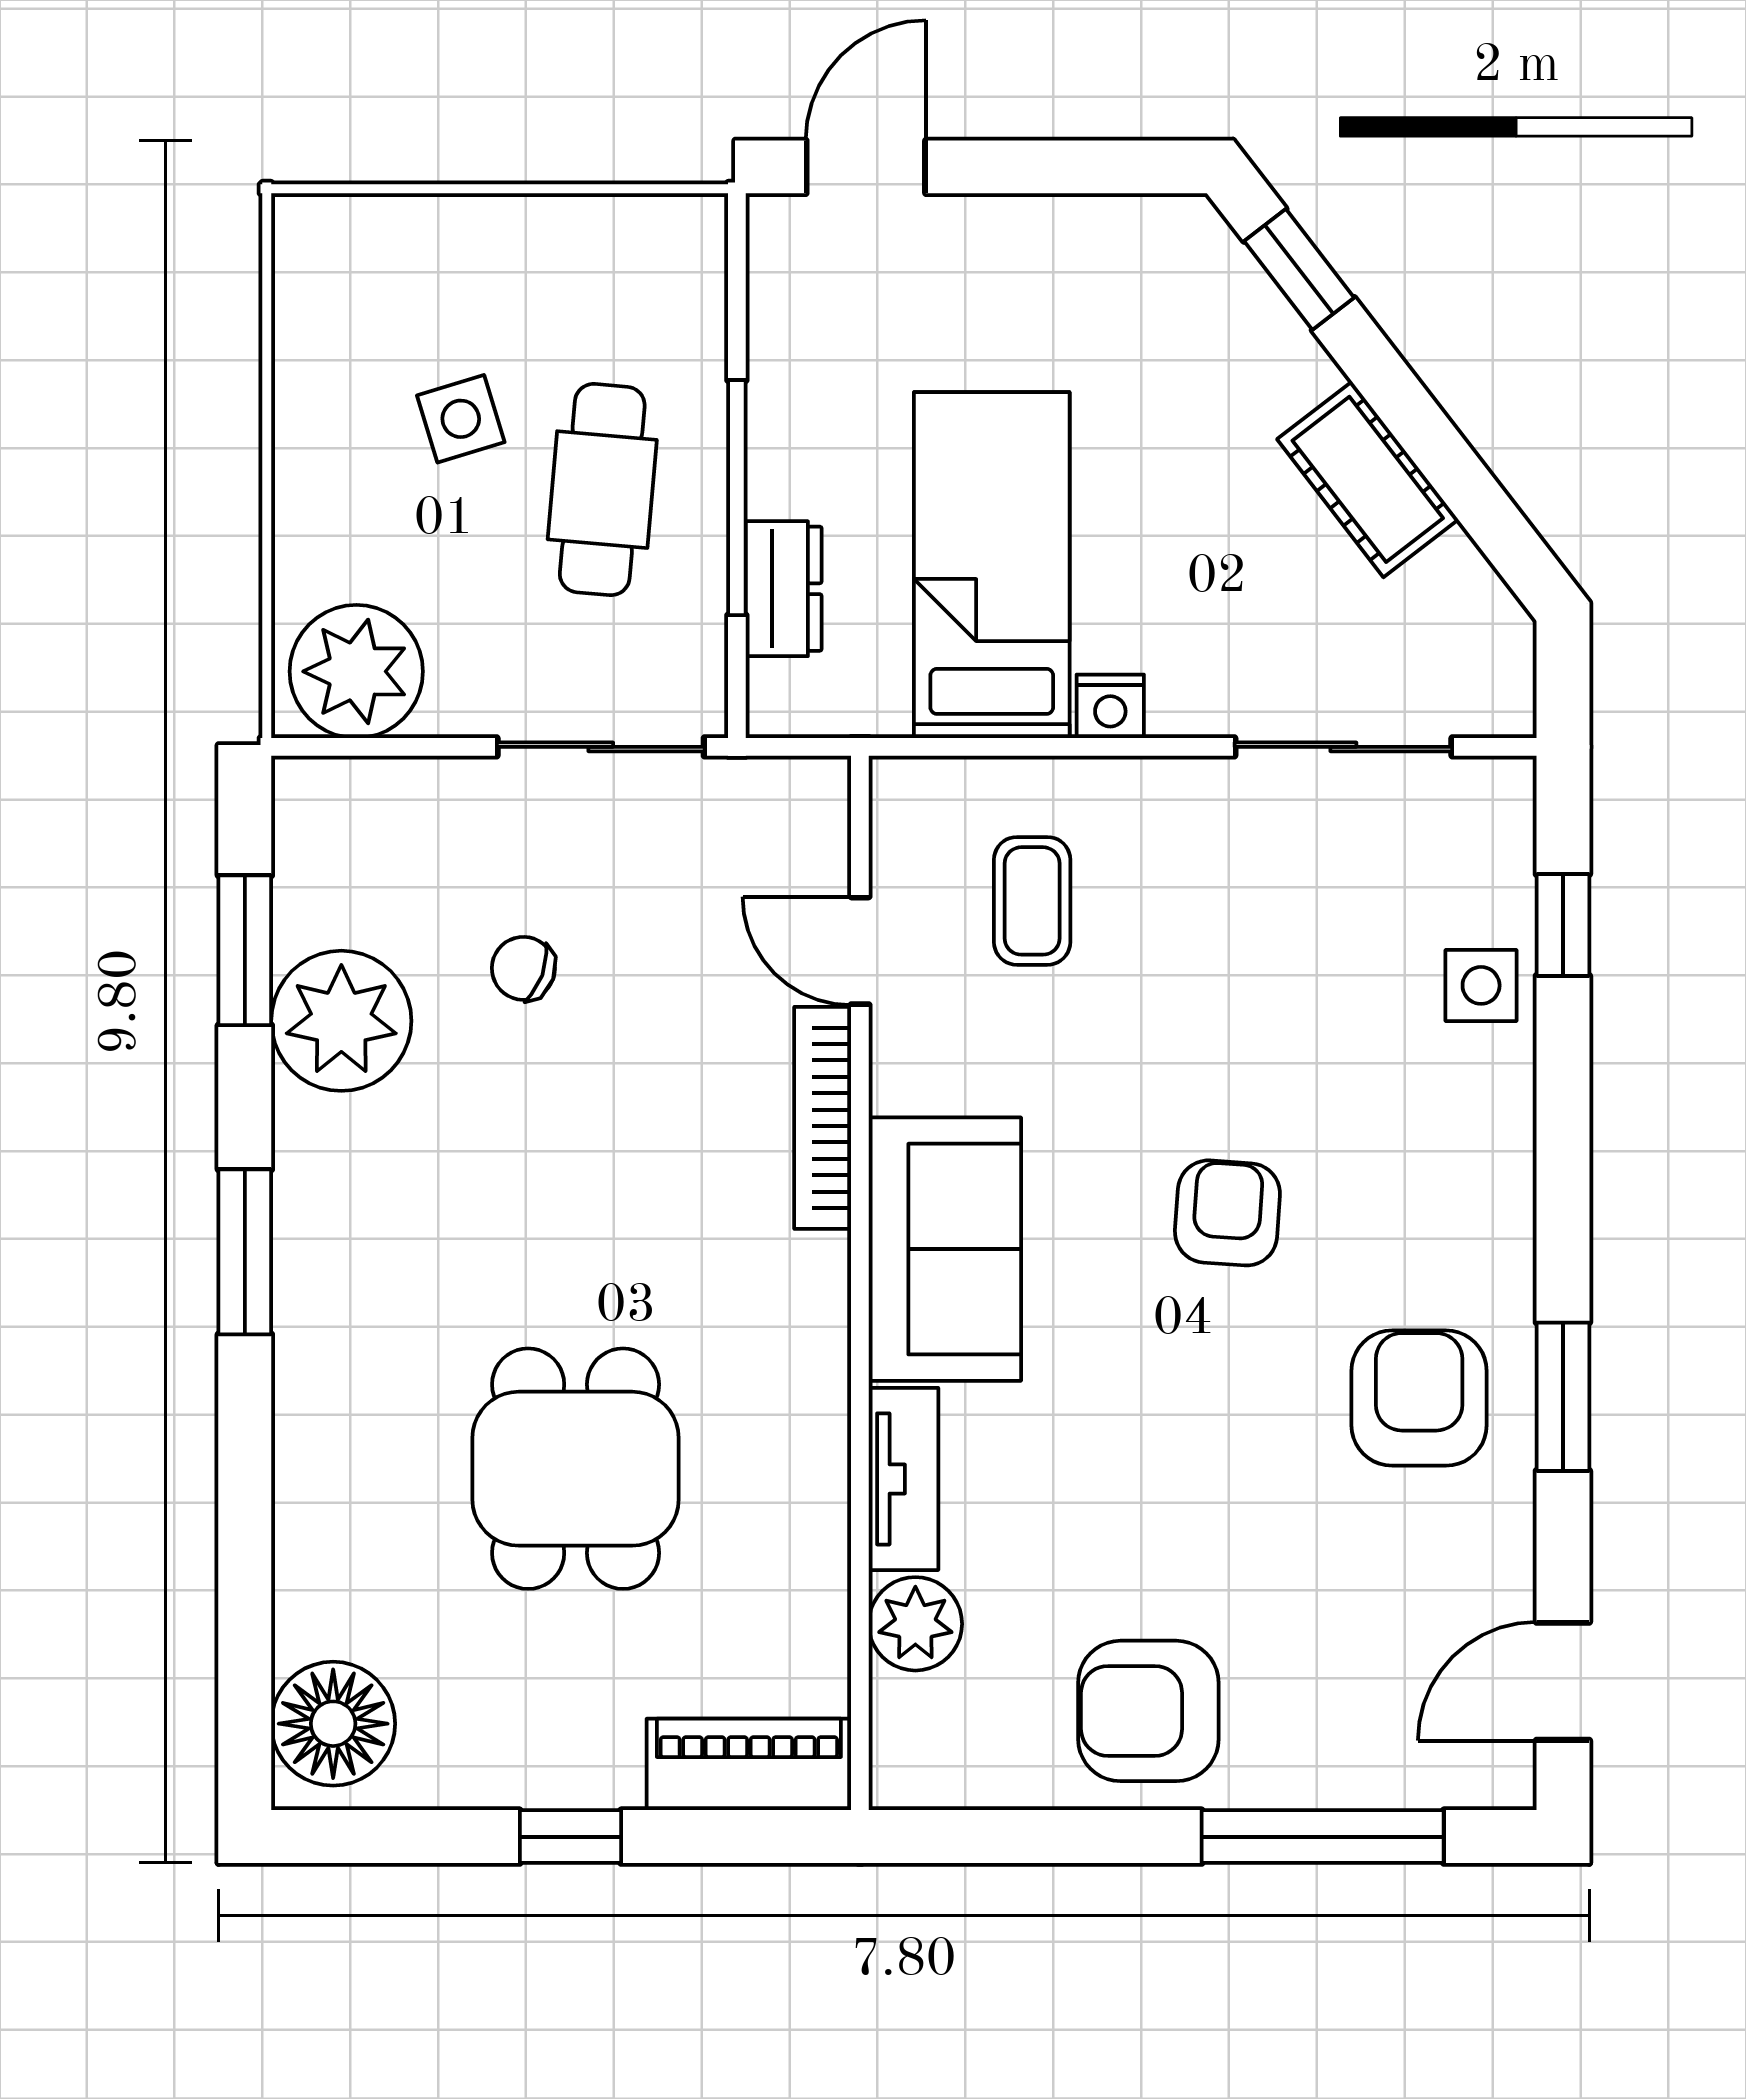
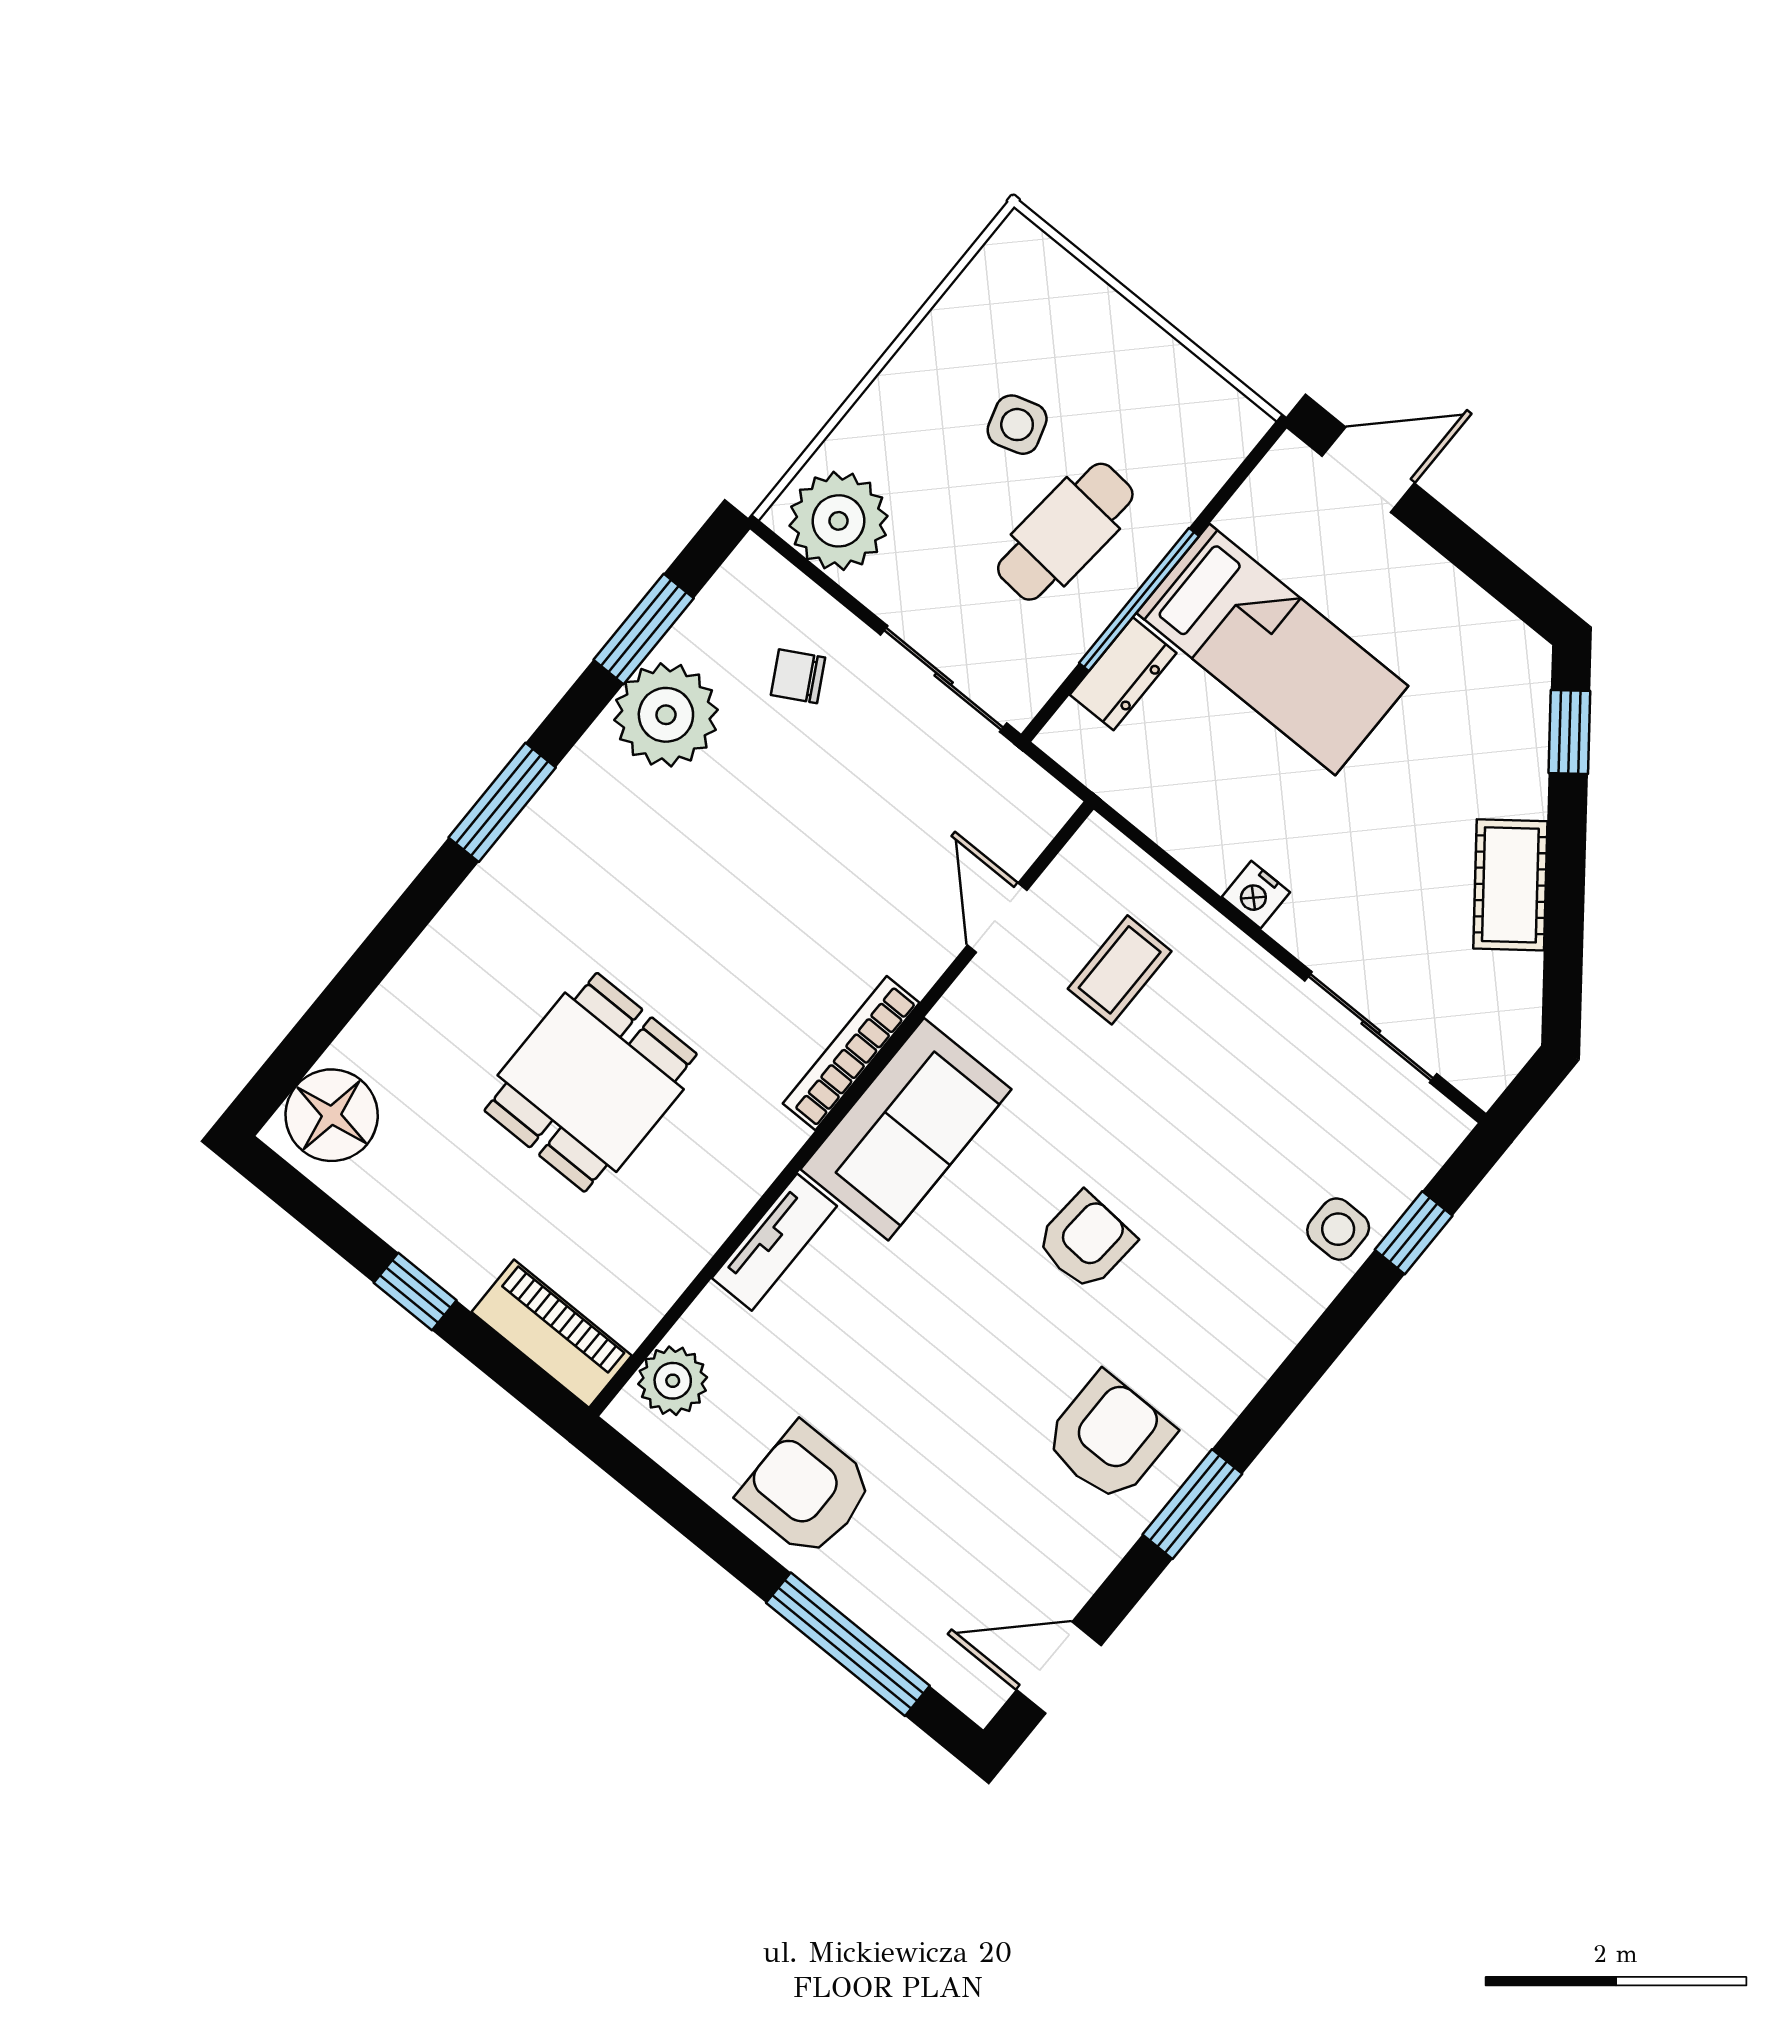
bed: (992, 565) -> (1272, 649), moved, turned 90
chair: (523, 968) -> (798, 676), moved, turned -49
bookcase: (823, 1118) -> (851, 1053), moved
plant: (915, 1624) -> (673, 1381), moved

